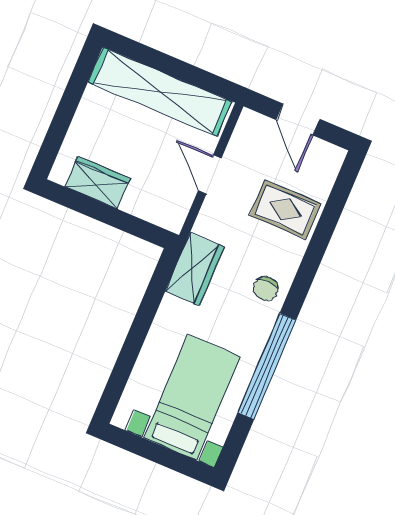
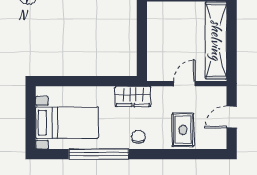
wardrobe: (97, 183) -> (156, 28), removed
chair: (266, 289) -> (138, 137), turned 90

